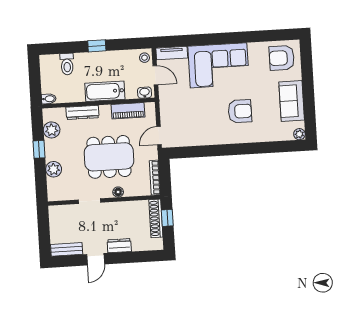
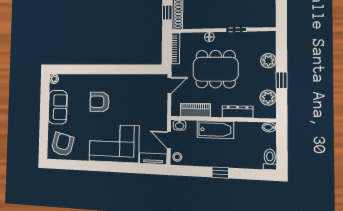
armchair: (282, 58) -> (62, 144), turned -76
toilet: (67, 64) -> (270, 159), moved

